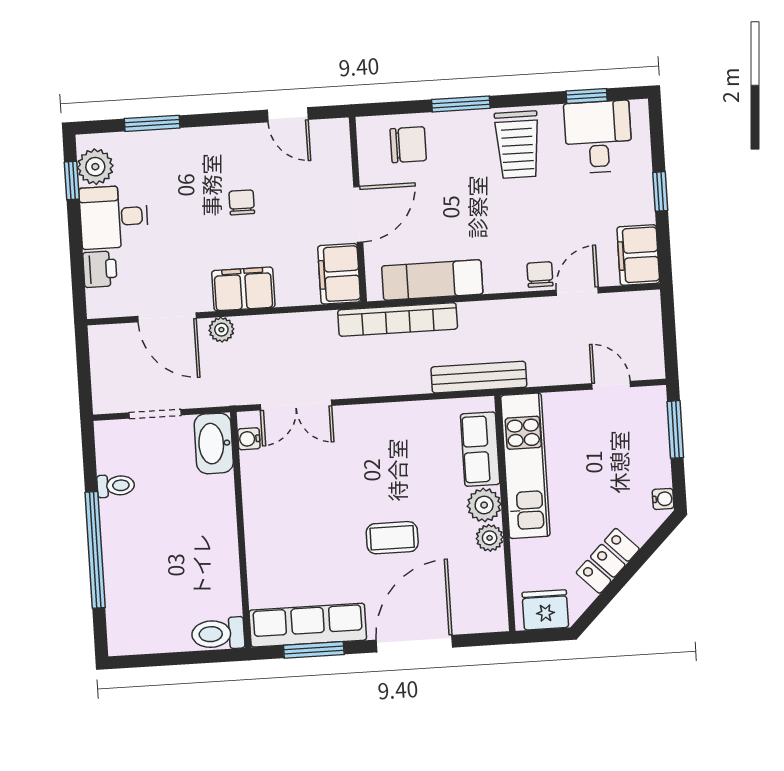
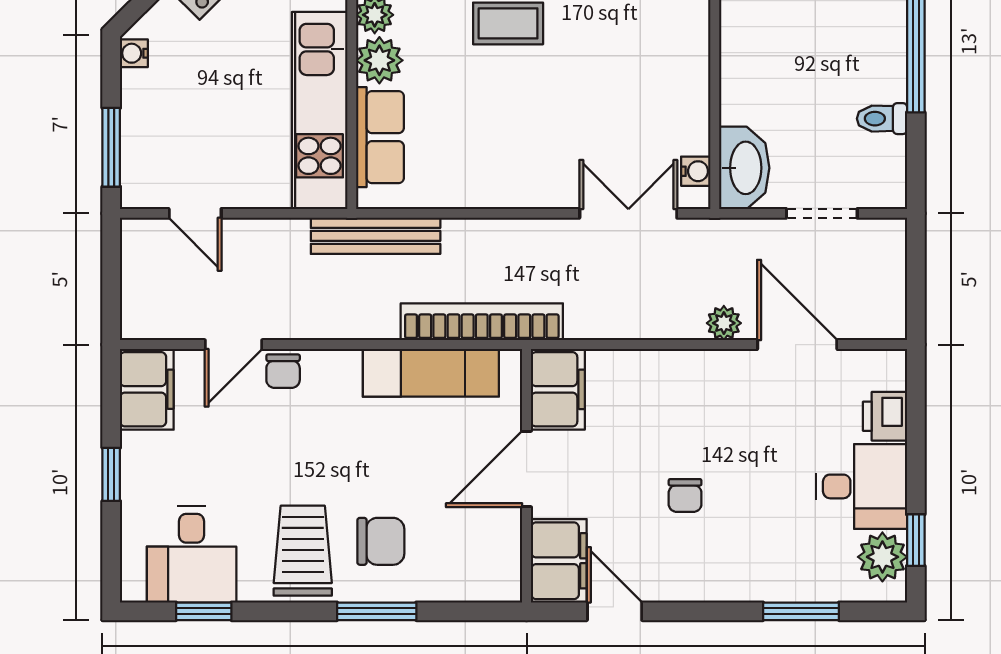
chair: (408, 145) -> (381, 541), moved, turned 180
filing cabinet: (243, 289) -> (559, 561), moved, turned -90

